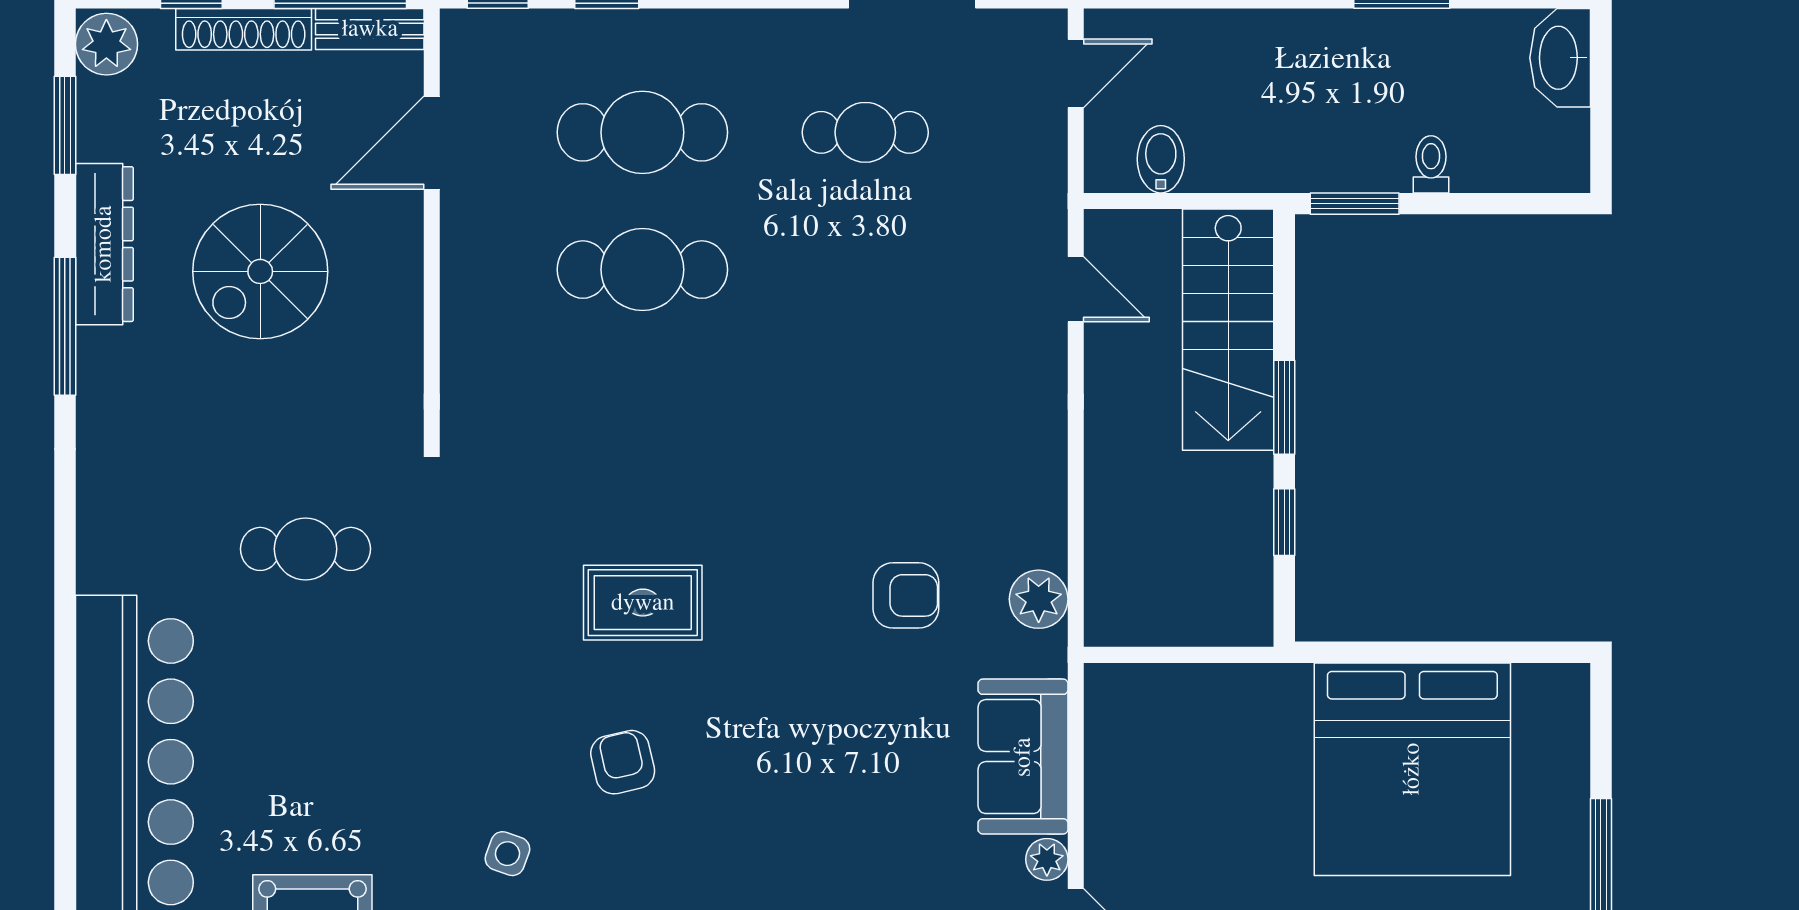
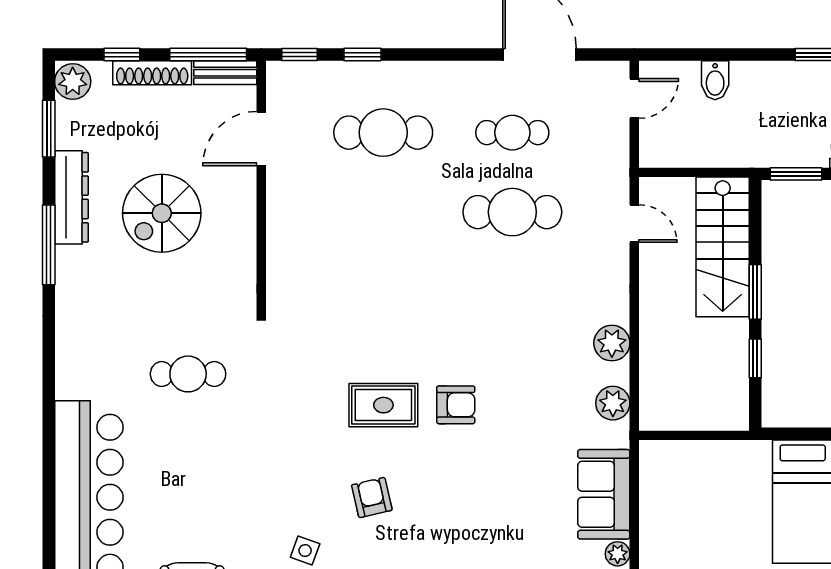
bidet: (1161, 159) -> (715, 80), moved, turned 180
cafe table: (642, 270) -> (512, 212), moved
plant: (1037, 496) -> (612, 343), added
armchair: (906, 595) -> (456, 405), moved

